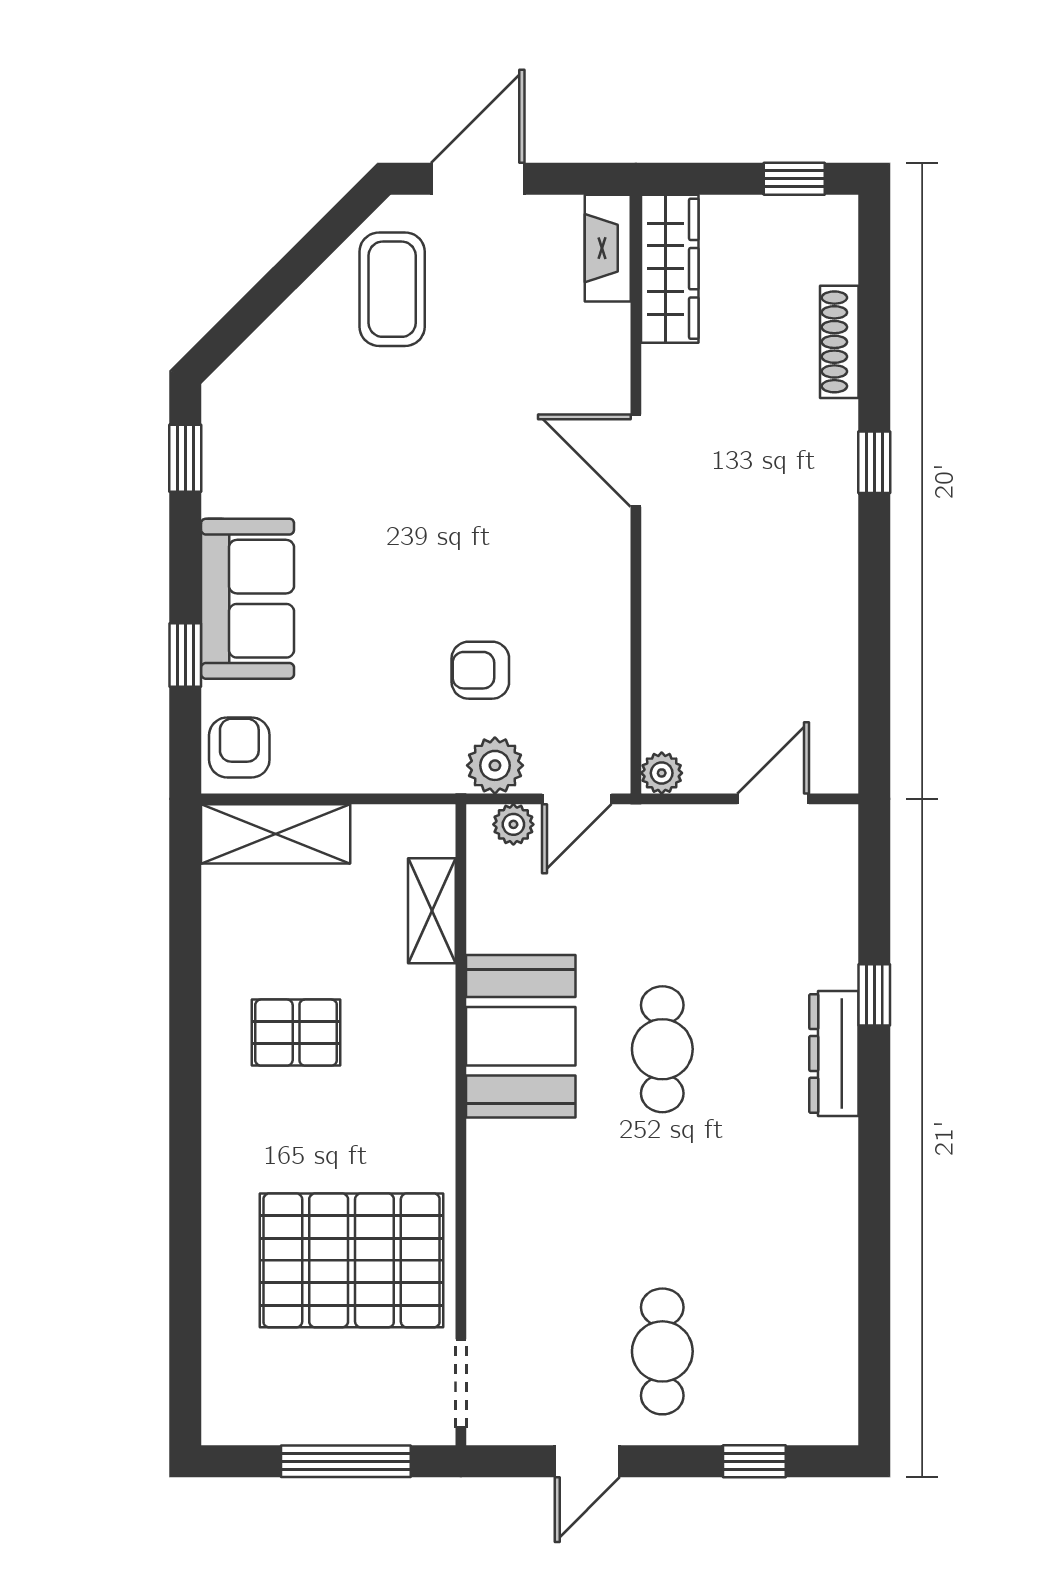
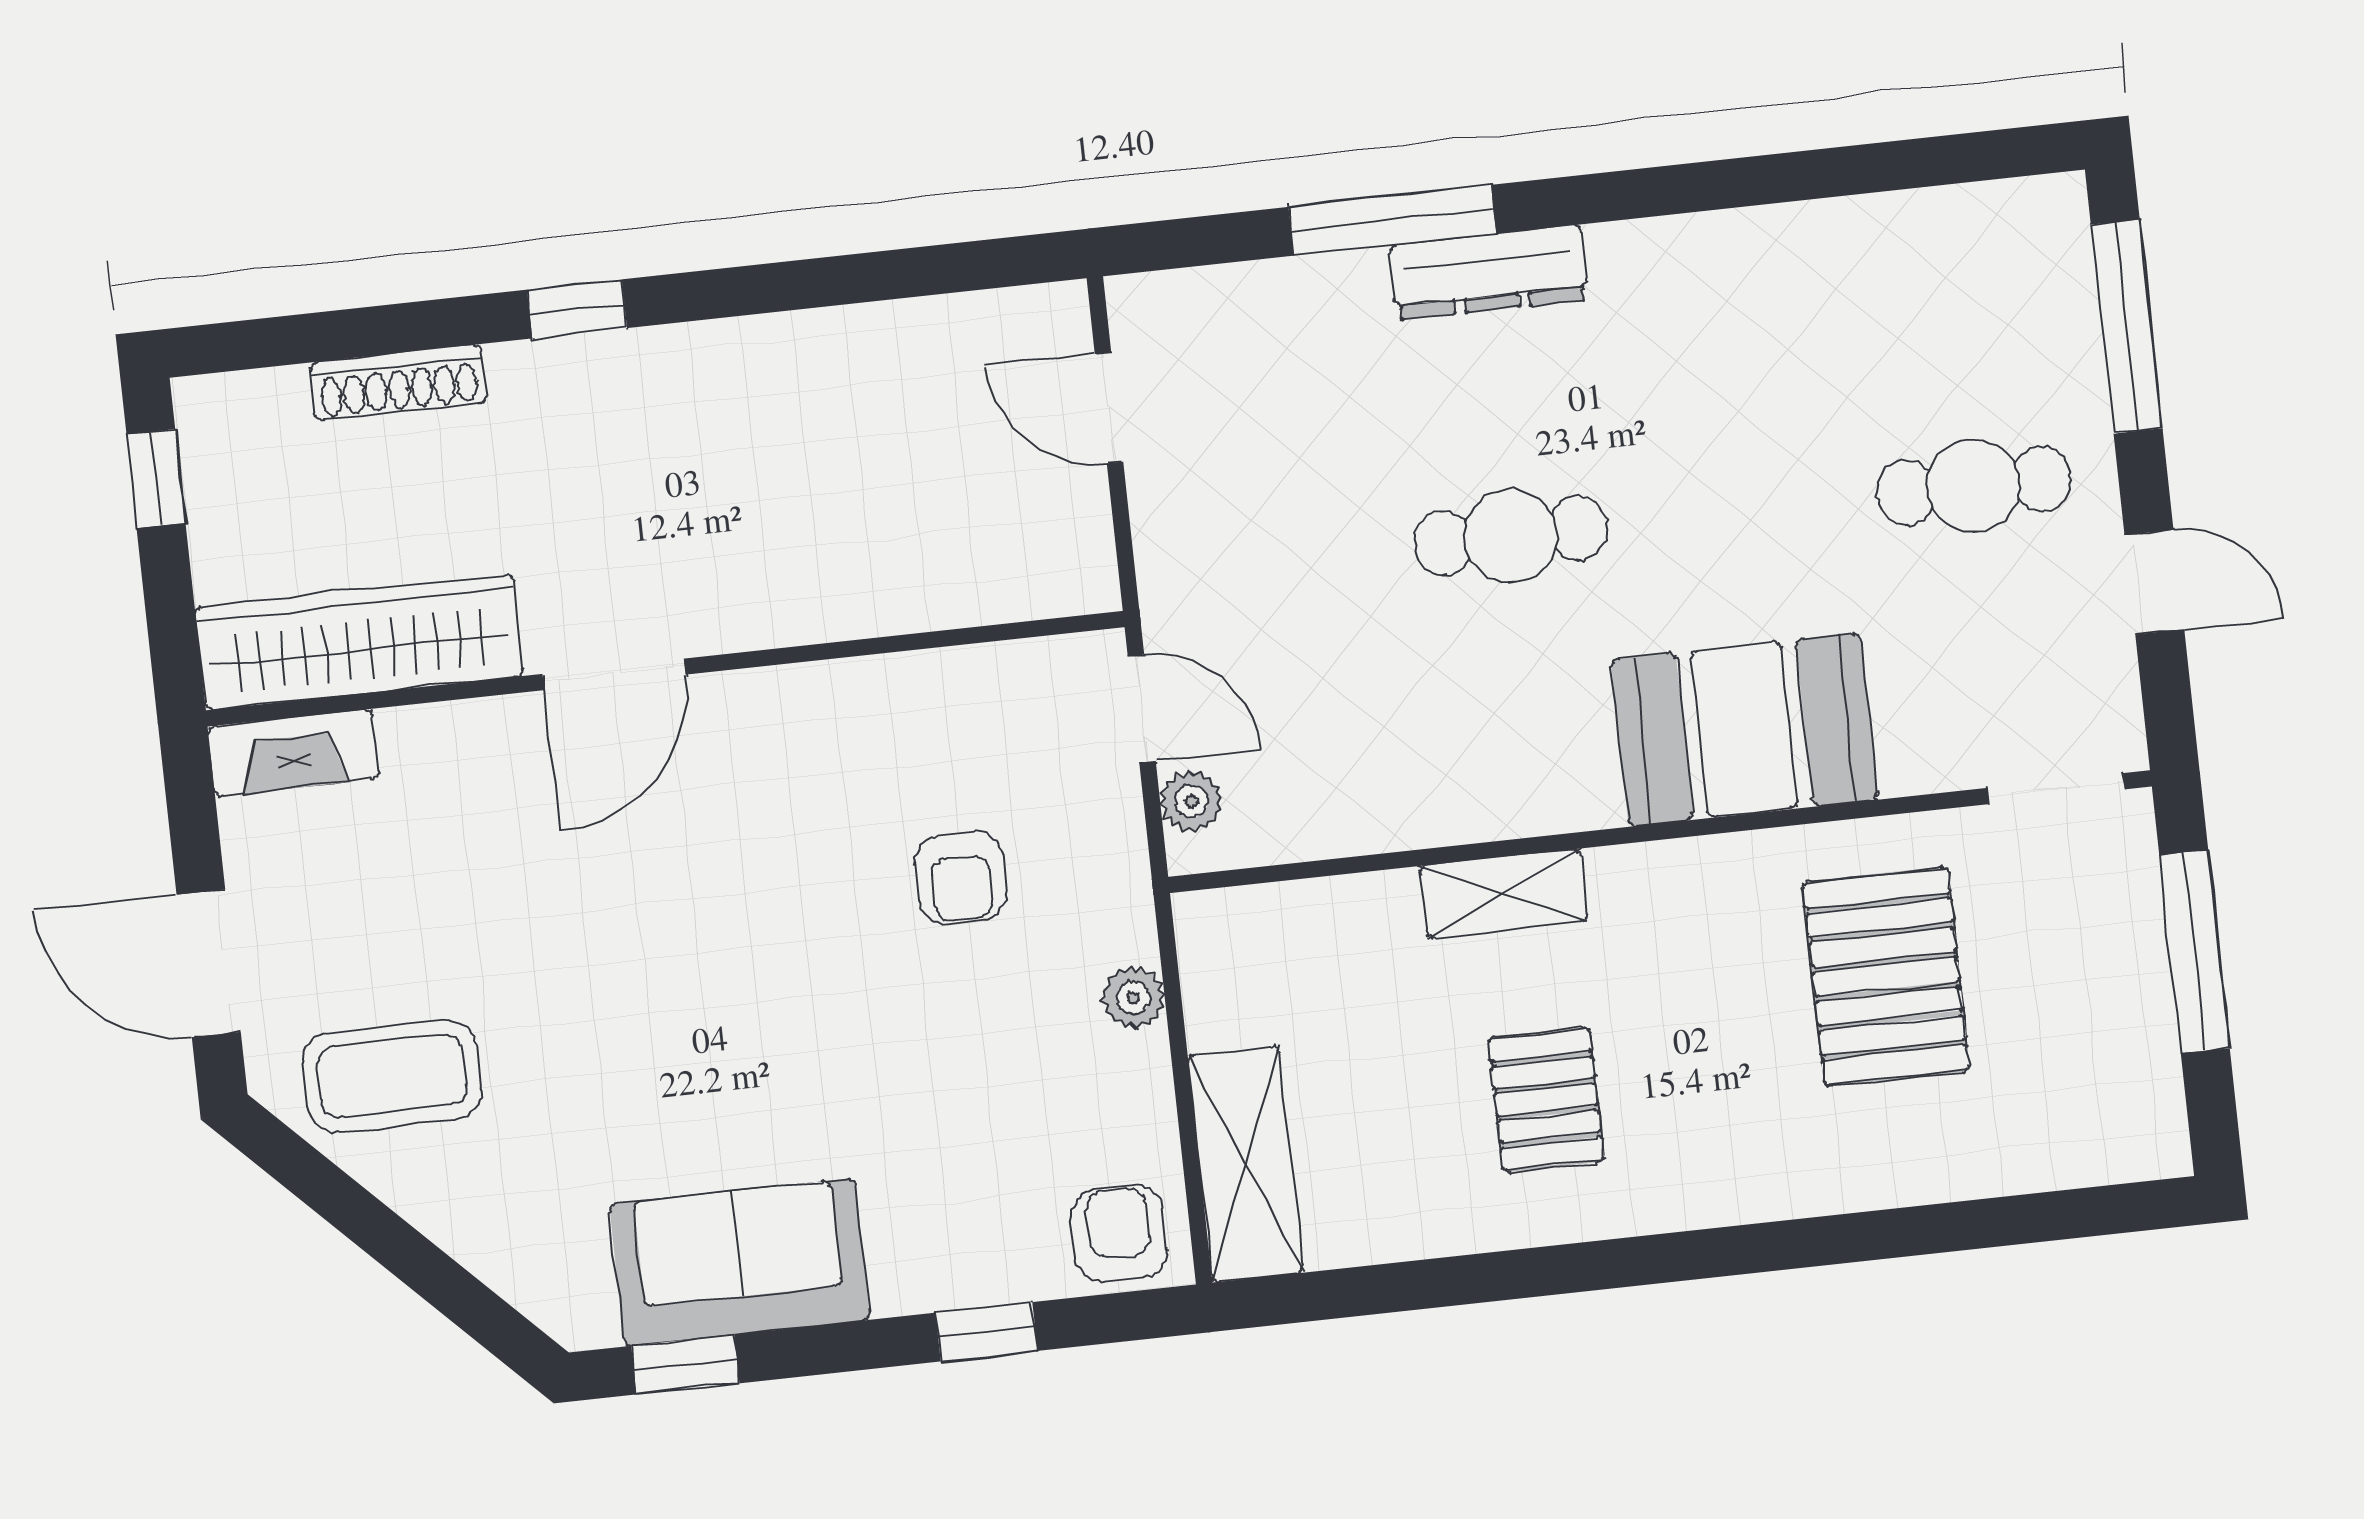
wardrobe: (670, 269) -> (359, 642), width x1.40, depth x1.17
sofa: (248, 599) -> (740, 1262), moved
armchair: (239, 747) -> (1119, 1234), turned 90
plant: (495, 765) -> (1133, 998), moved, width x0.73, depth x0.73
plant: (662, 773) -> (1088, 583), removed
shelving: (432, 911) -> (1504, 894), moved
window: (874, 995) -> (1392, 220), width x2.17
booth: (521, 1036) -> (1744, 730), moved
pallet: (352, 1260) -> (1886, 977), width x0.73, depth x0.71
window: (754, 1461) -> (2127, 326), width x2.17

